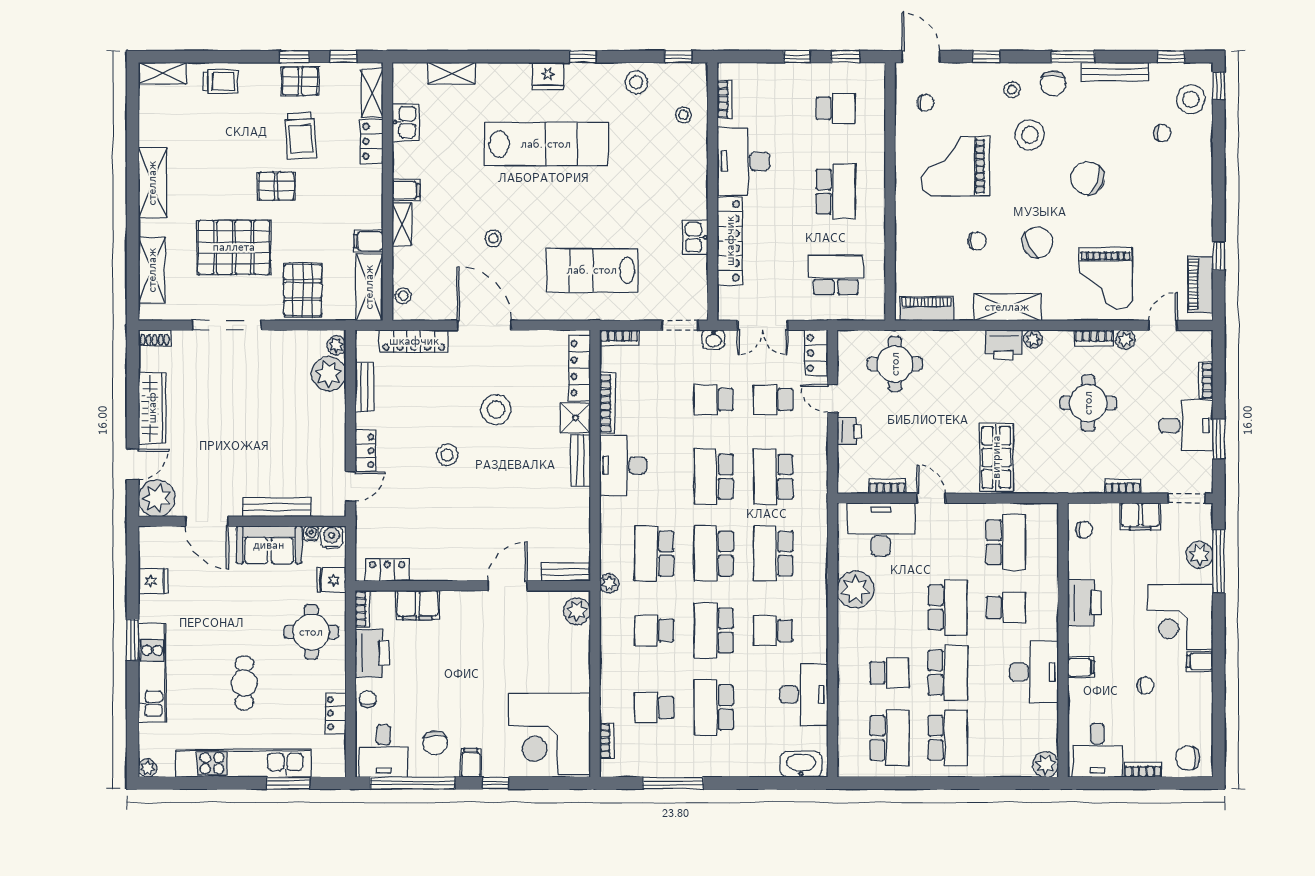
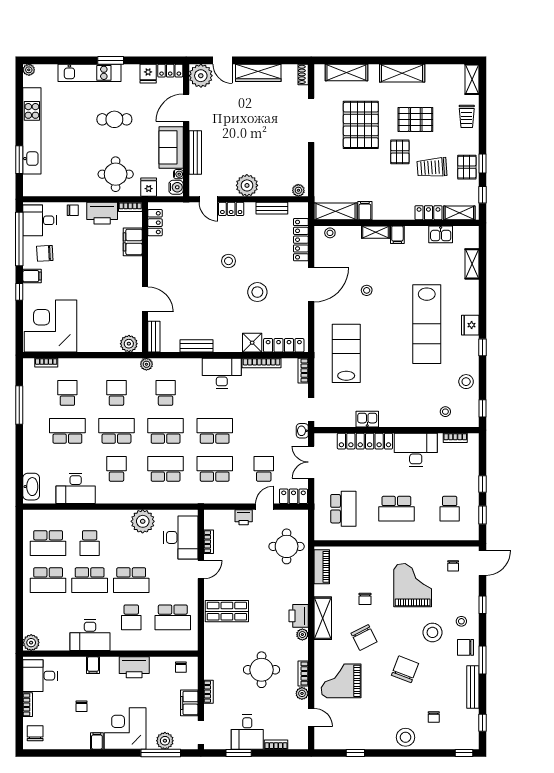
stool: (1191, 99) -> (406, 737), moved
piano: (1200, 284) -> (337, 741), removed
pallet: (303, 290) -> (415, 119), moved
plant: (329, 374) -> (247, 185), moved
school desk: (714, 400) -> (264, 431), removed
bench: (580, 460) -> (197, 346), moved
school desk: (654, 554) -> (166, 393), width x0.54
cafe table: (244, 683) -> (114, 119), moved
locker: (336, 713) -> (170, 71), moved, turned 180

